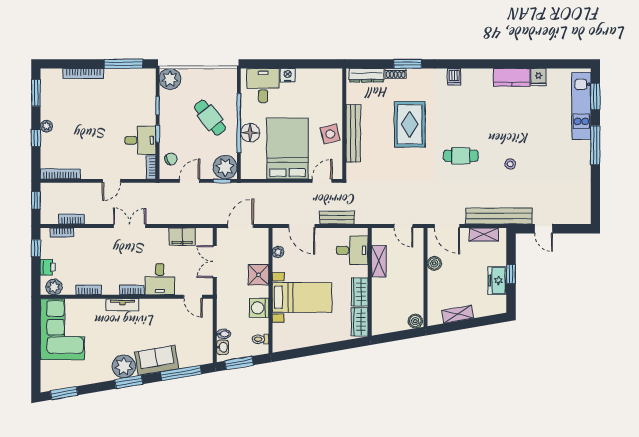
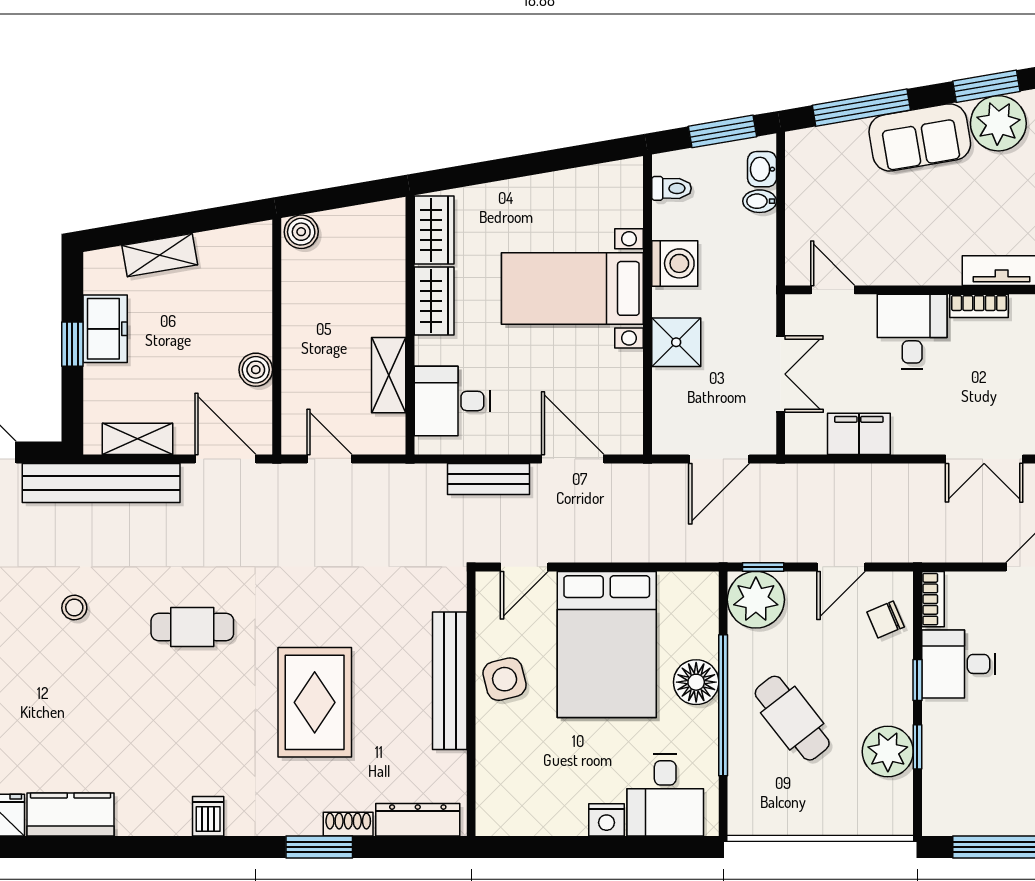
plant: (170, 79) -> (888, 752), moved
plant: (278, 252) -> (629, 397), removed
shelving: (458, 314) -> (160, 255), moved

